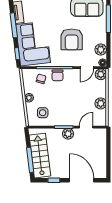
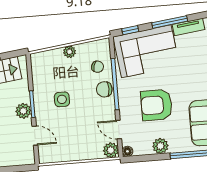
plant: (101, 50) -> (160, 146), moved
plant: (101, 103) -> (70, 153), removed
side table: (43, 113) -> (62, 99), moved

